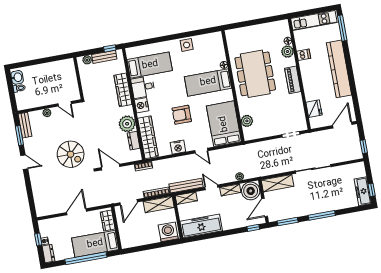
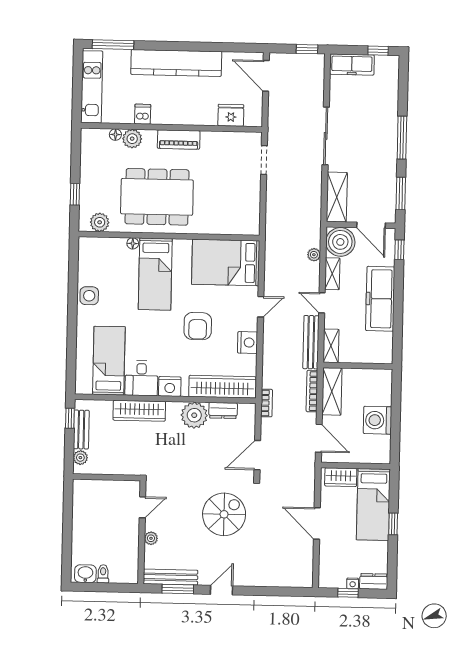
window: (246, 24) -> (75, 194), added
plant: (247, 121) -> (100, 222), moved
bench: (25, 125) -> (171, 577), width x1.36
door: (211, 187) -> (322, 303), hinge flipped
freezer: (363, 191) -> (352, 65), moved
freezer: (201, 226) -> (380, 299), moved
washing machine: (168, 232) -> (377, 420), moved
window: (86, 258) -> (393, 524), width x0.32

